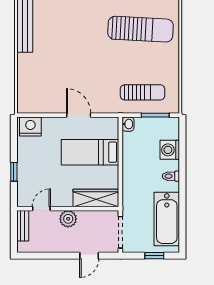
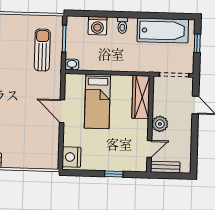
door: (79, 115) -> (62, 111), hinge flipped
door: (41, 209) -> (149, 149), swing flipped

